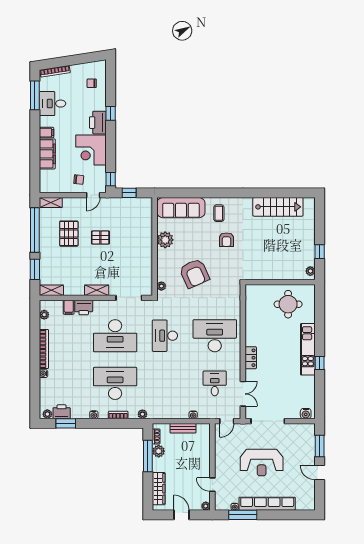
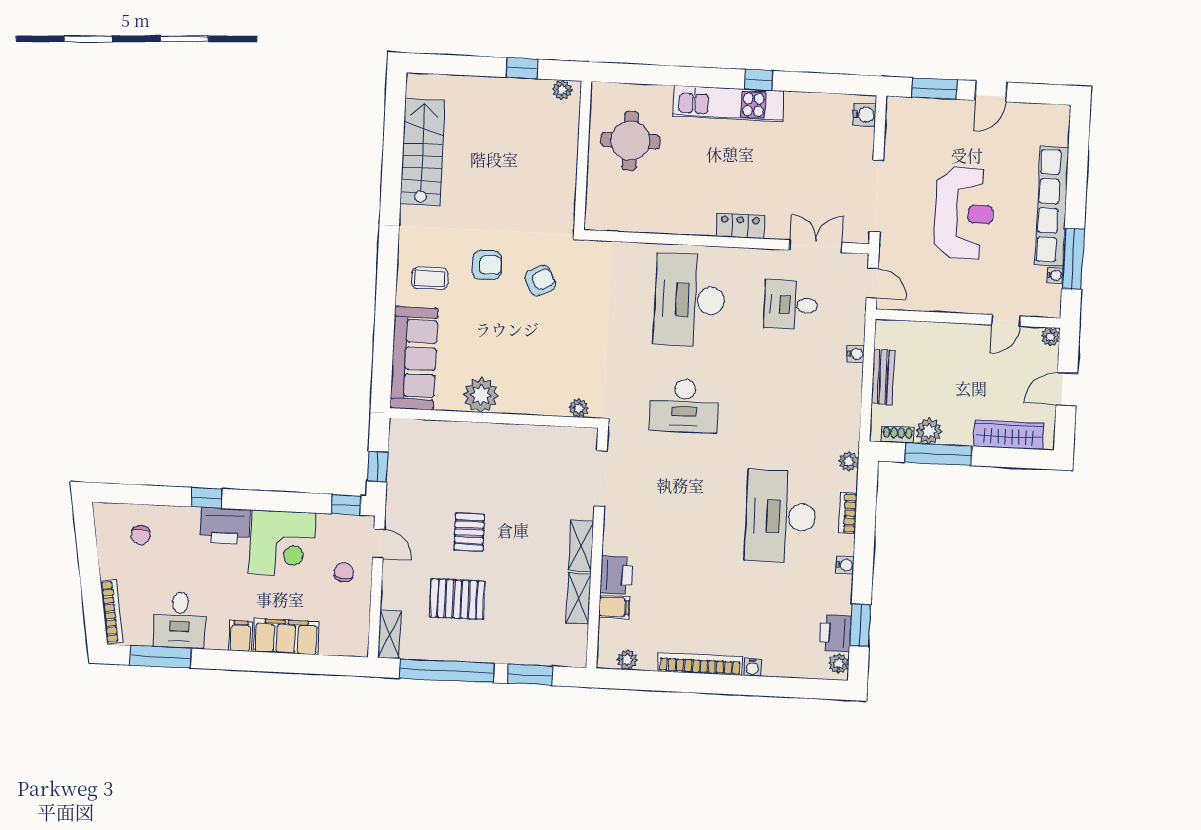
armchair: (194, 273) -> (540, 280), moved, width x0.53, depth x0.53
shelving: (51, 290) -> (578, 598), moved
desk: (115, 336) -> (679, 511), removed

